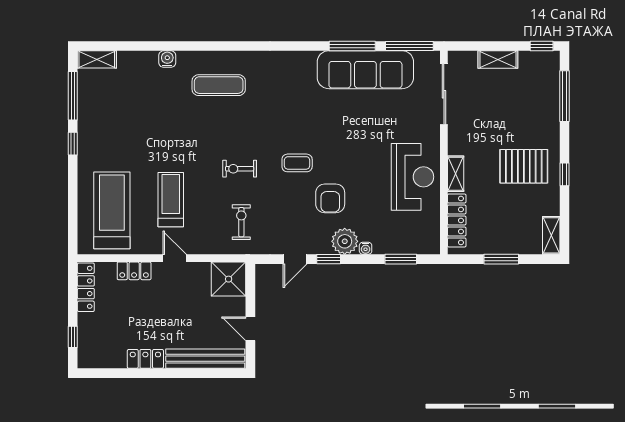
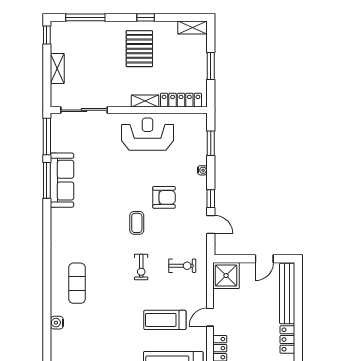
sofa: (365, 70) -> (62, 180), width x0.74, depth x0.79
exercise bike: (241, 222) -> (182, 266), turned 180
plant: (345, 241) -> (197, 186), removed

